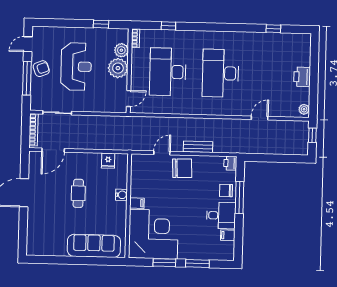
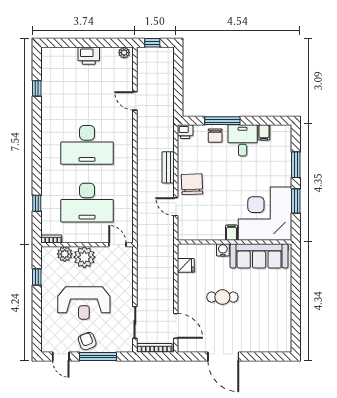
reception desk: (76, 67) -> (84, 303), turned 180
sofa: (94, 246) -> (259, 256), moved, turned -90

